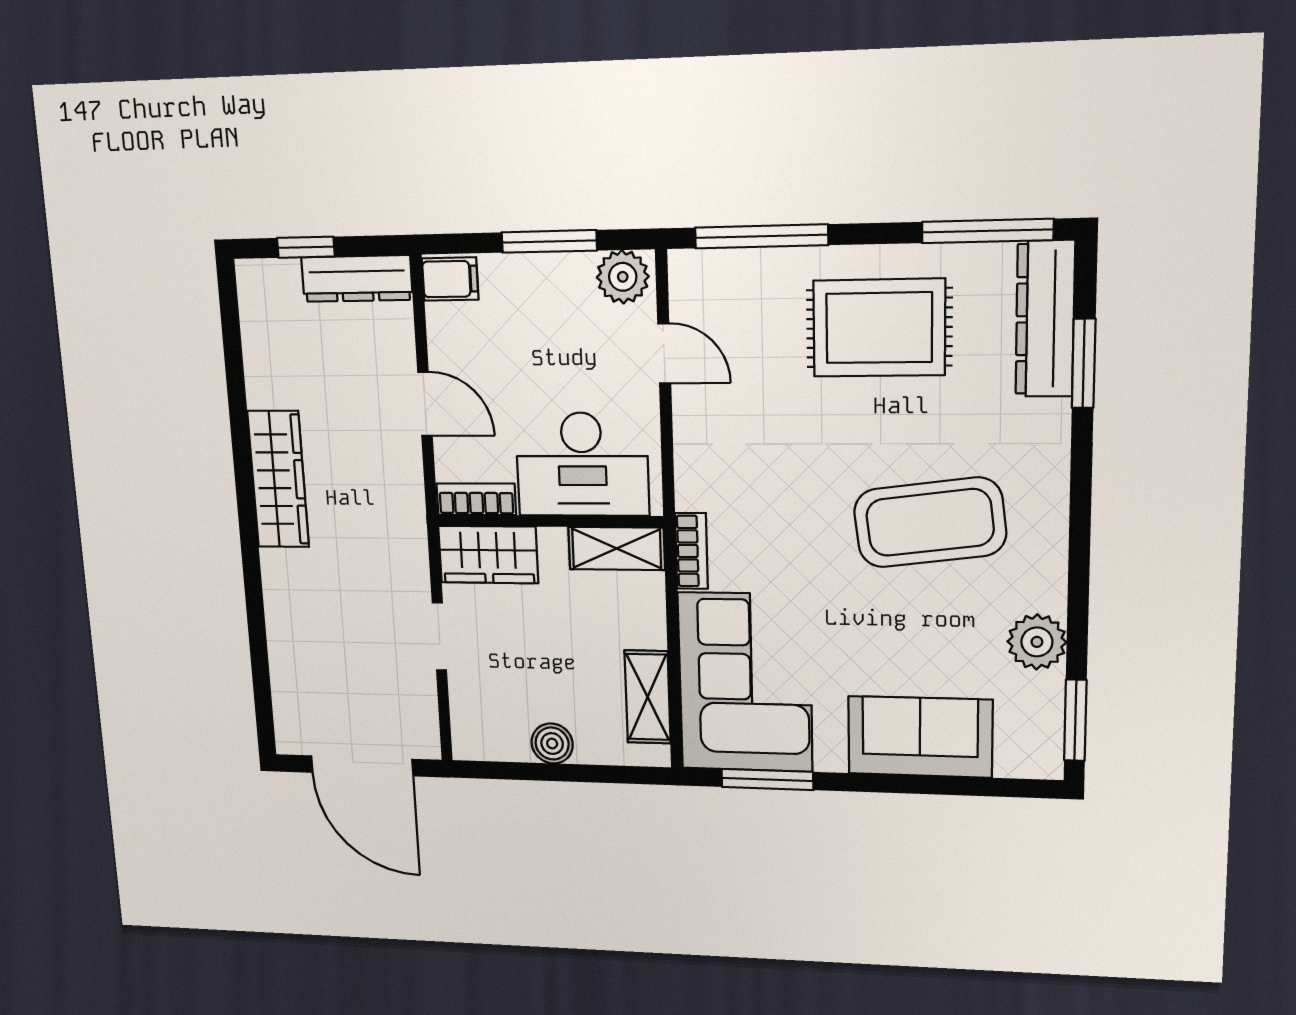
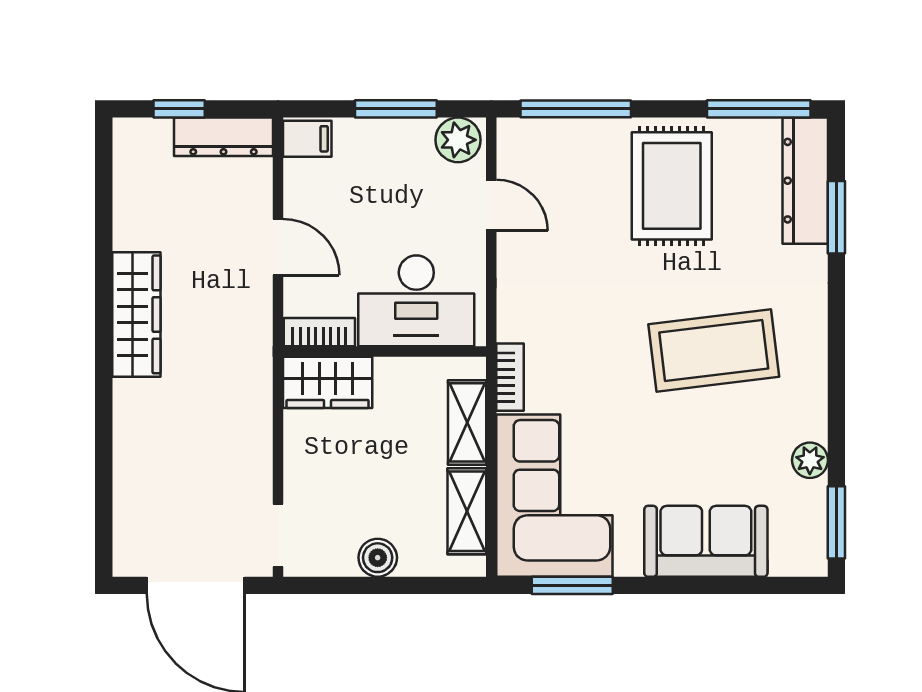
rug: (879, 328) -> (672, 186), turned 90
shelving: (617, 548) -> (467, 422), moved, turned 90
doorway: (439, 637) -> (278, 535), moved
plant: (1037, 642) -> (810, 460), width x0.73, depth x0.73

